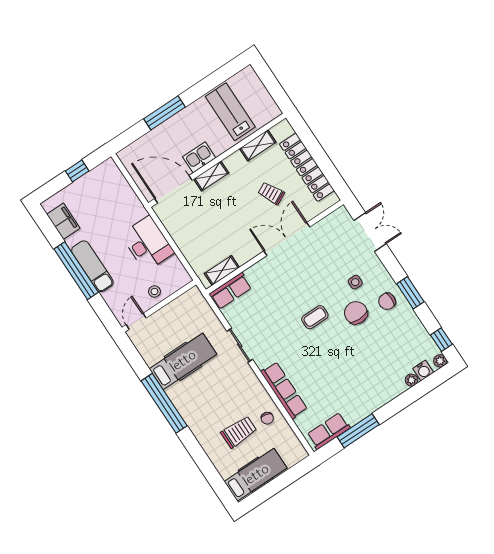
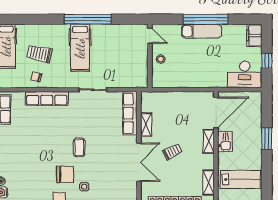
window: (164, 113) -> (267, 138), width x0.69
trolley: (271, 193) -> (172, 152), moved
filing cabinet: (63, 221) -> (254, 35), moved, turned 90
desk: (147, 244) -> (245, 74), moved
shelving: (222, 270) -> (146, 125), moved
row of seats: (230, 291) -> (130, 113), width x1.48
hospital bed: (183, 361) -> (80, 48), moved
trolley: (239, 432) -> (40, 54), turned 102

